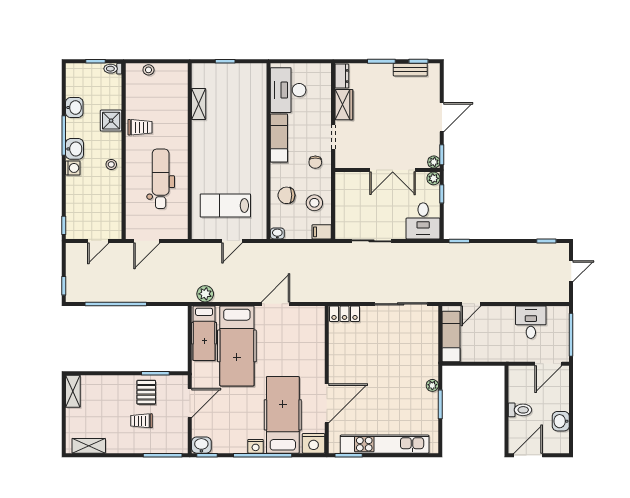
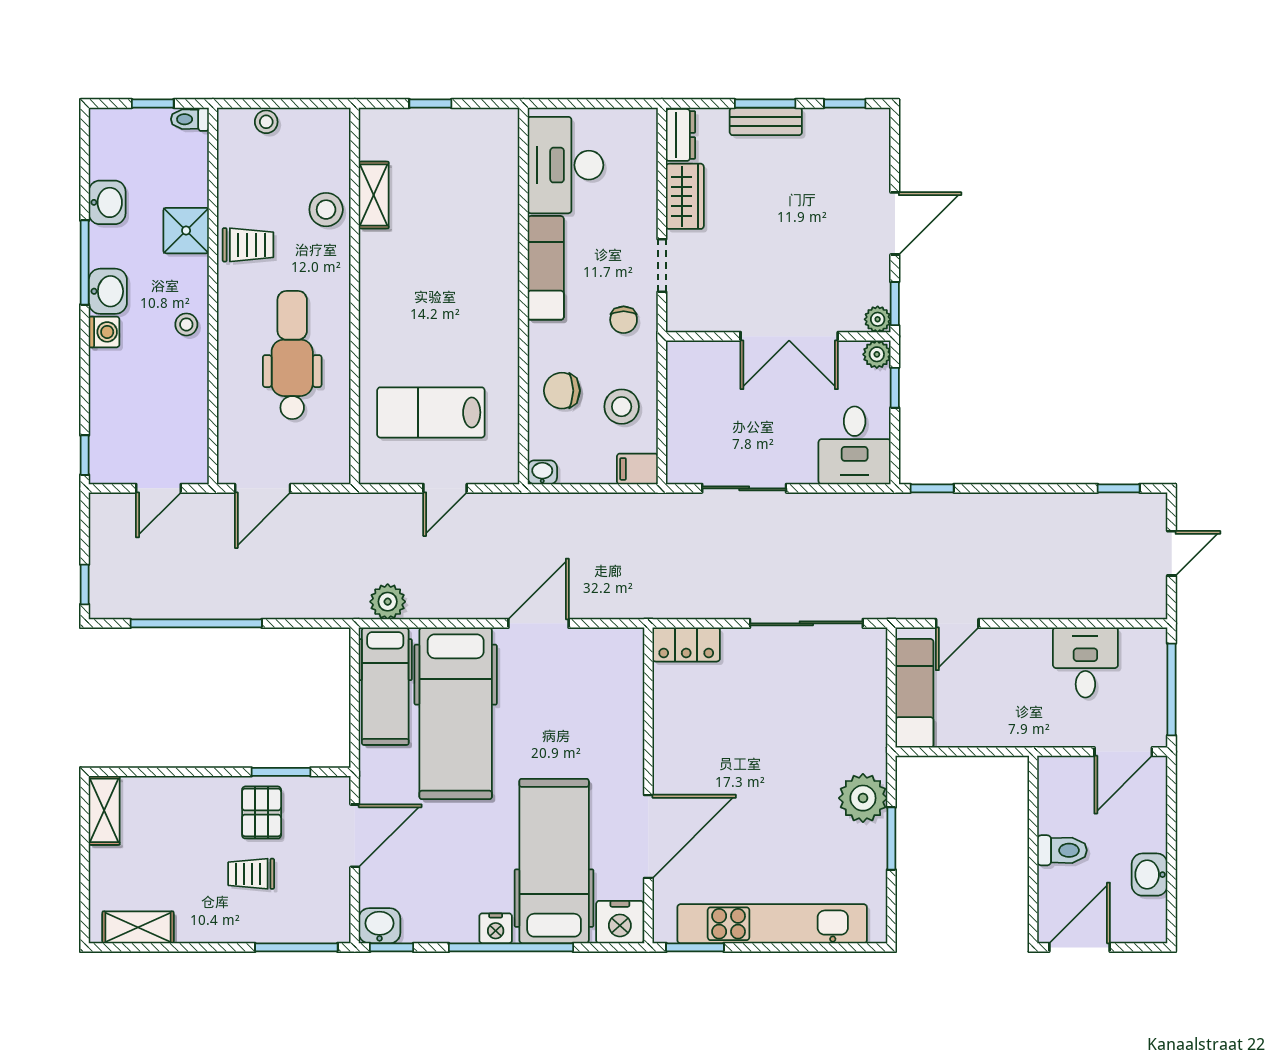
bench: (410, 70) -> (766, 121), moved
stool: (176, 111) -> (326, 210), added
plant: (432, 385) -> (863, 798), width x1.87, depth x1.87

